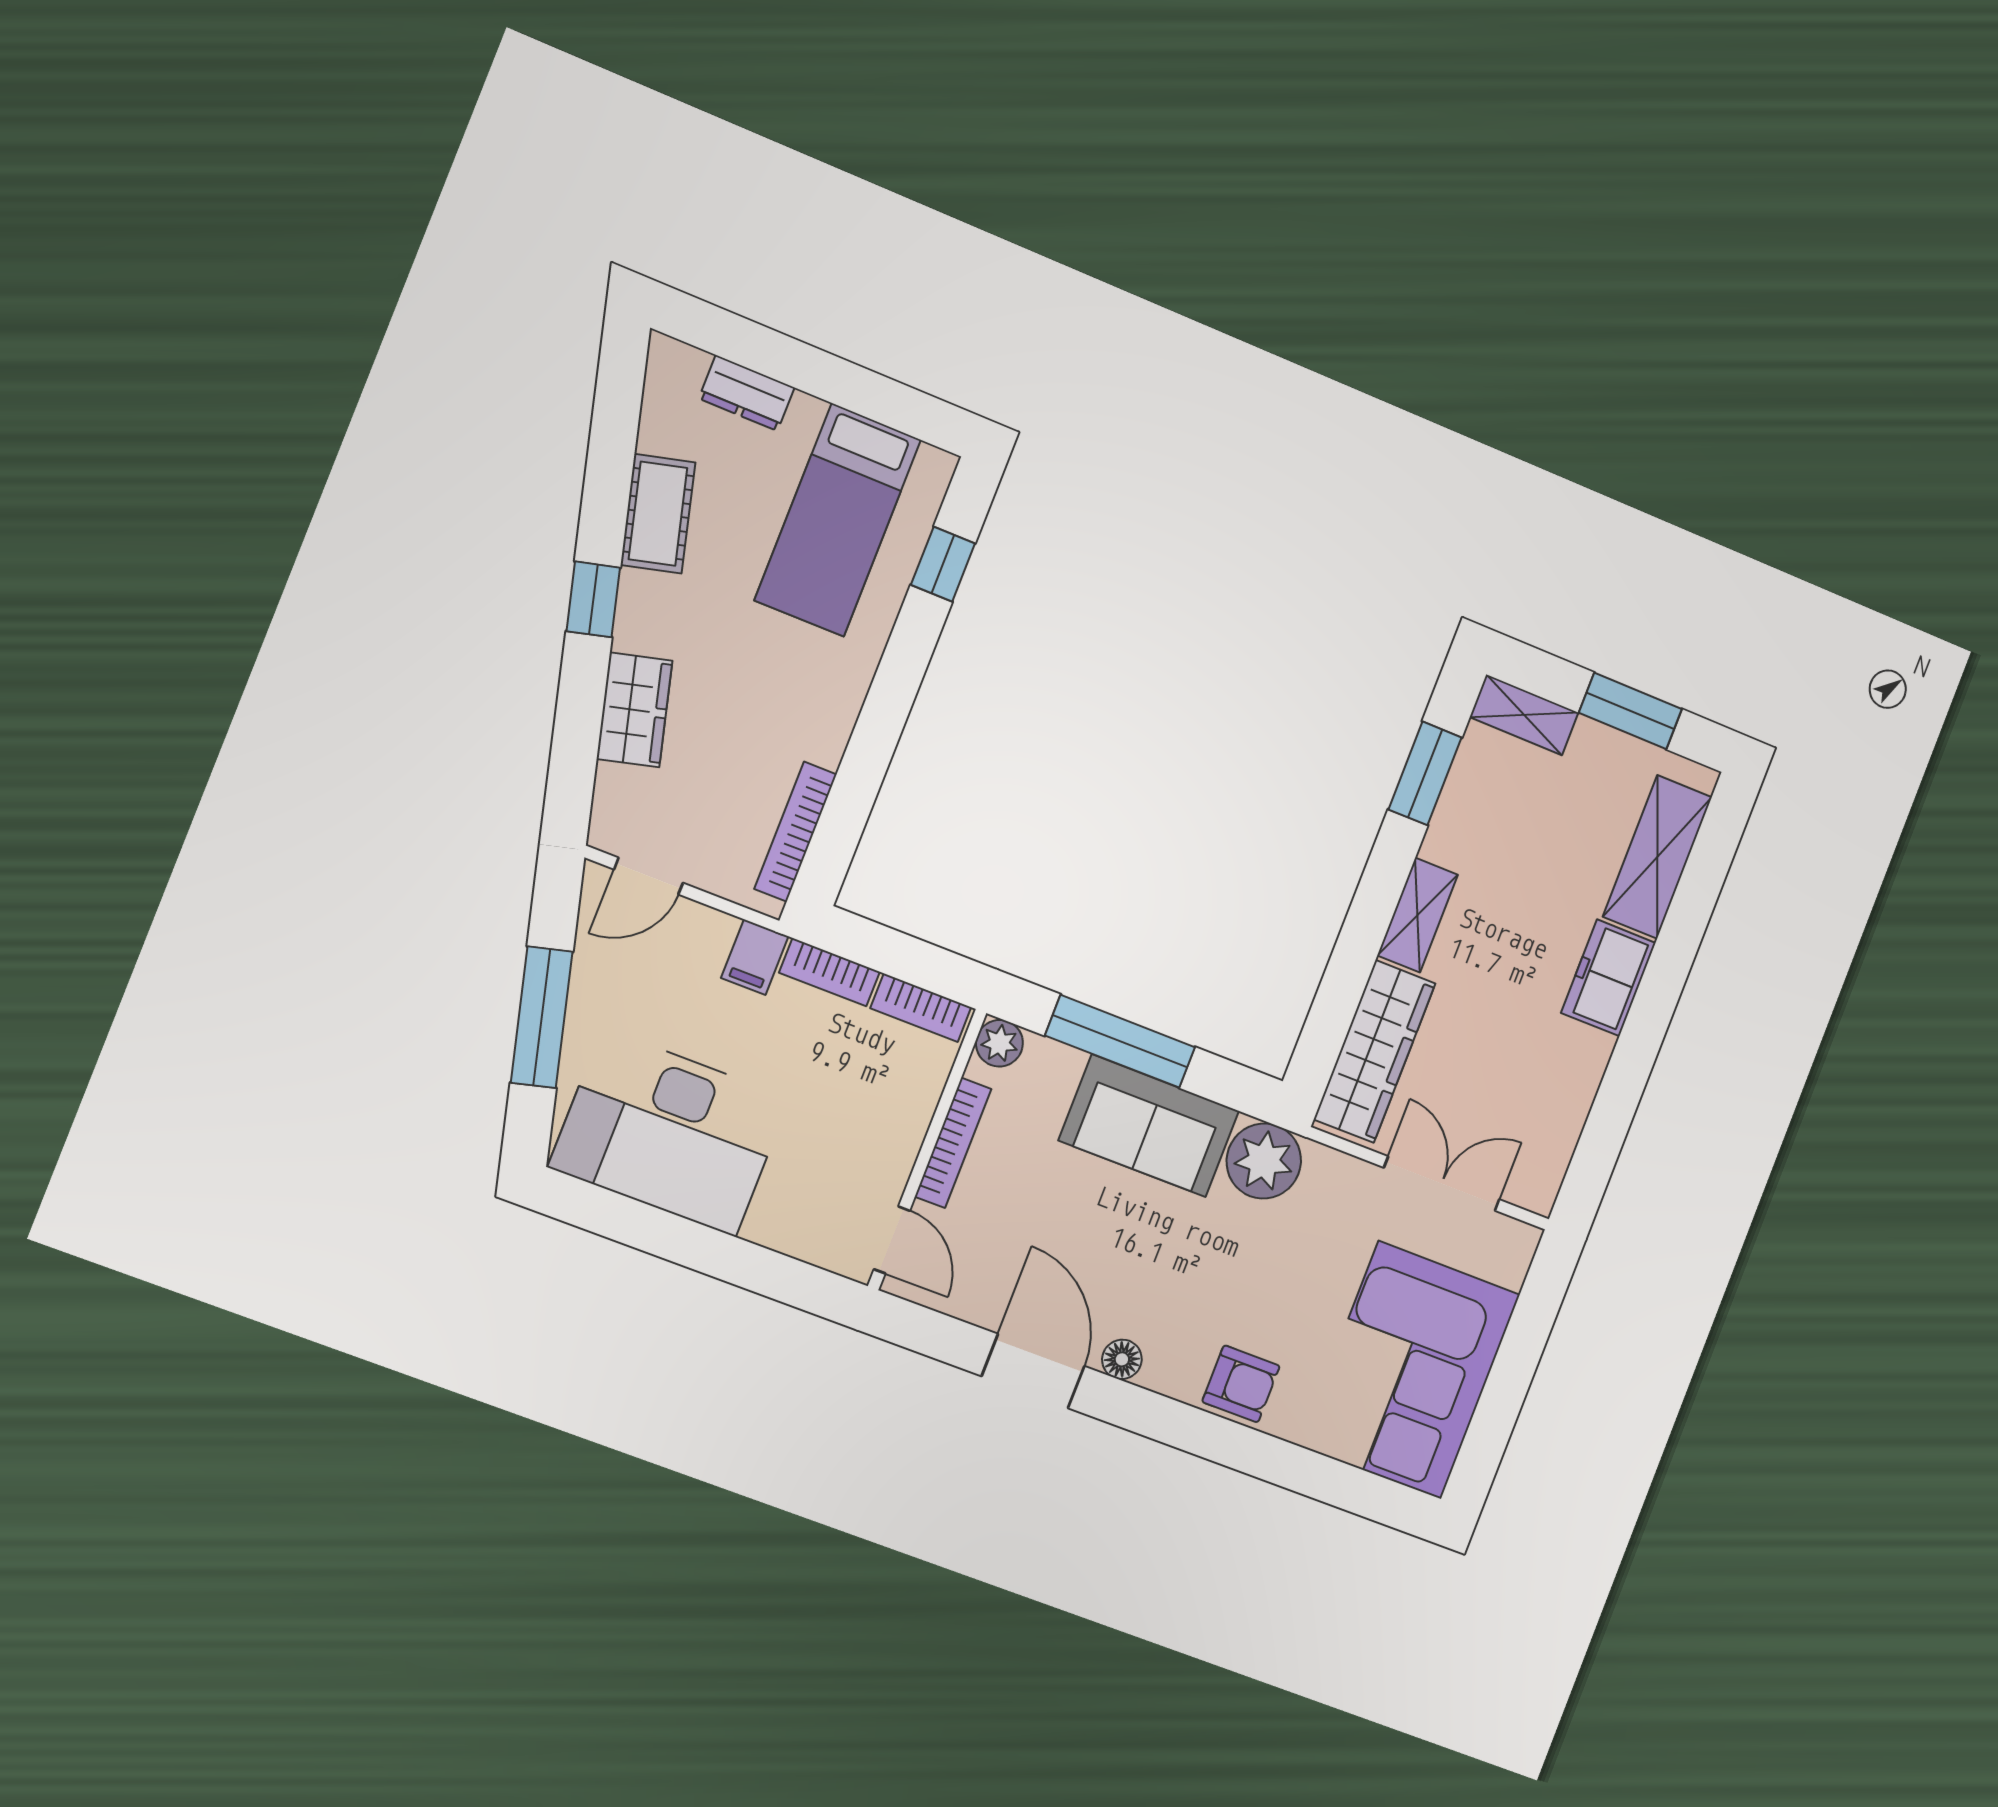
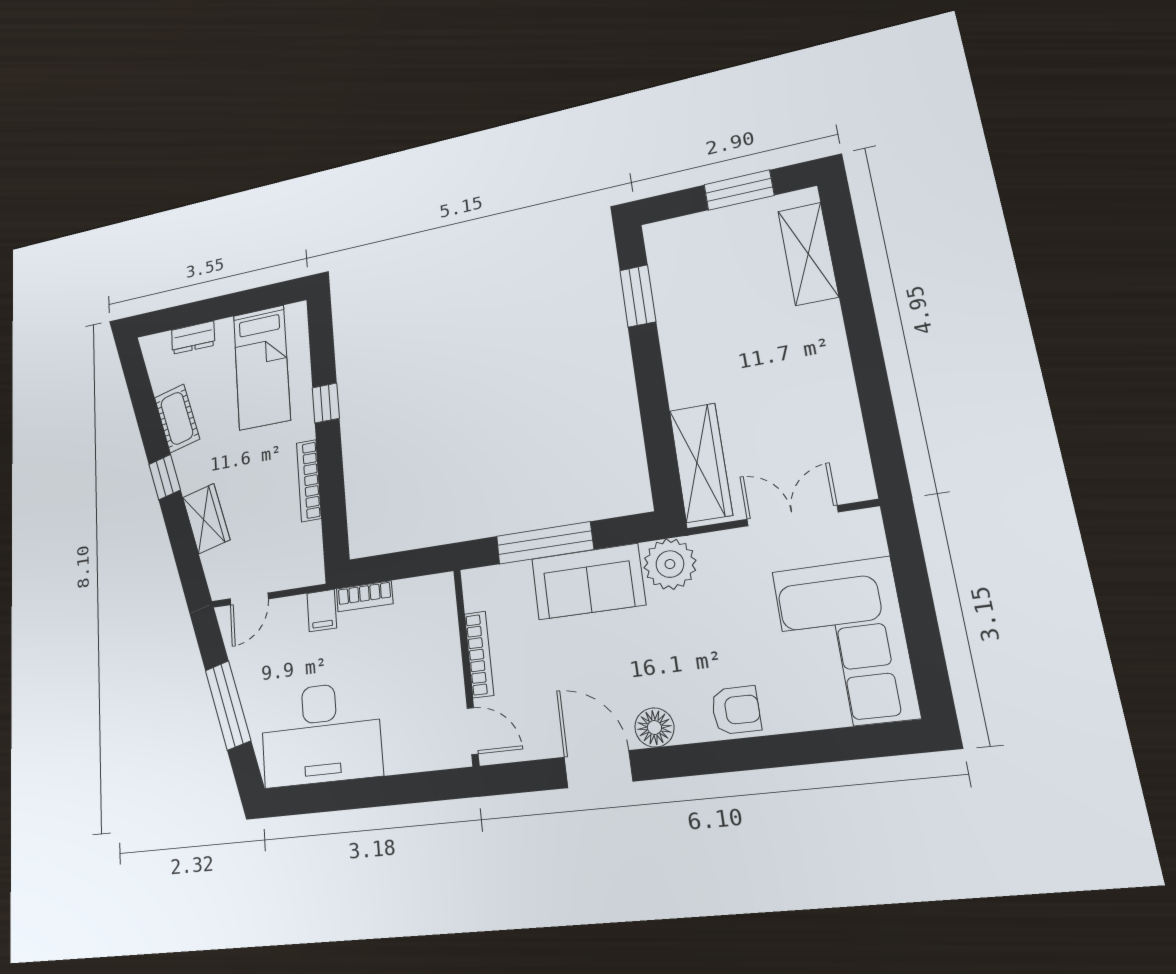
window: (943, 564) -> (326, 403), moved
shelving: (1524, 715) -> (677, 231), removed
bookcase: (795, 832) -> (309, 481), moved
shelving: (1418, 915) -> (680, 372), removed
freezer: (1608, 978) -> (822, 337), removed
bookcase: (921, 1008) -> (423, 588), removed
plant: (999, 1043) -> (476, 583), removed
floor lamp: (1122, 1359) -> (654, 727), width x1.37, depth x1.37

